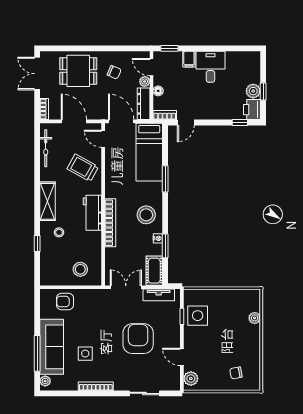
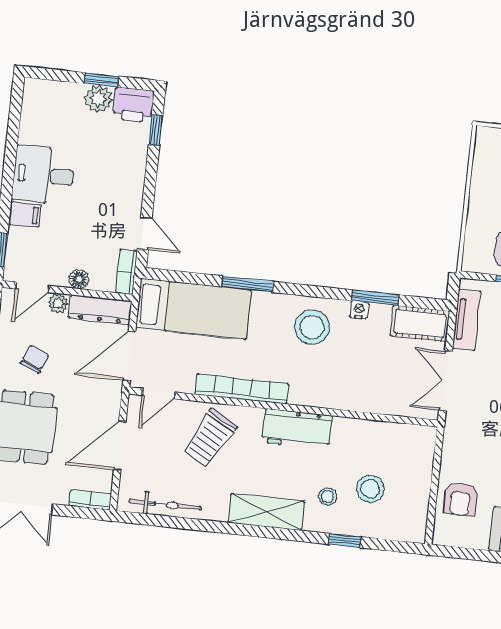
bookcase: (110, 223) -> (242, 389), moved
stool: (80, 269) -> (370, 489), moved

